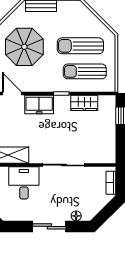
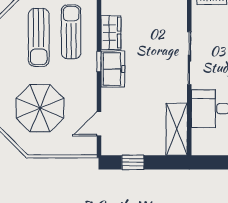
sun lounger: (85, 71) -> (71, 32), turned 180
freezer: (39, 104) -> (113, 69), moved

